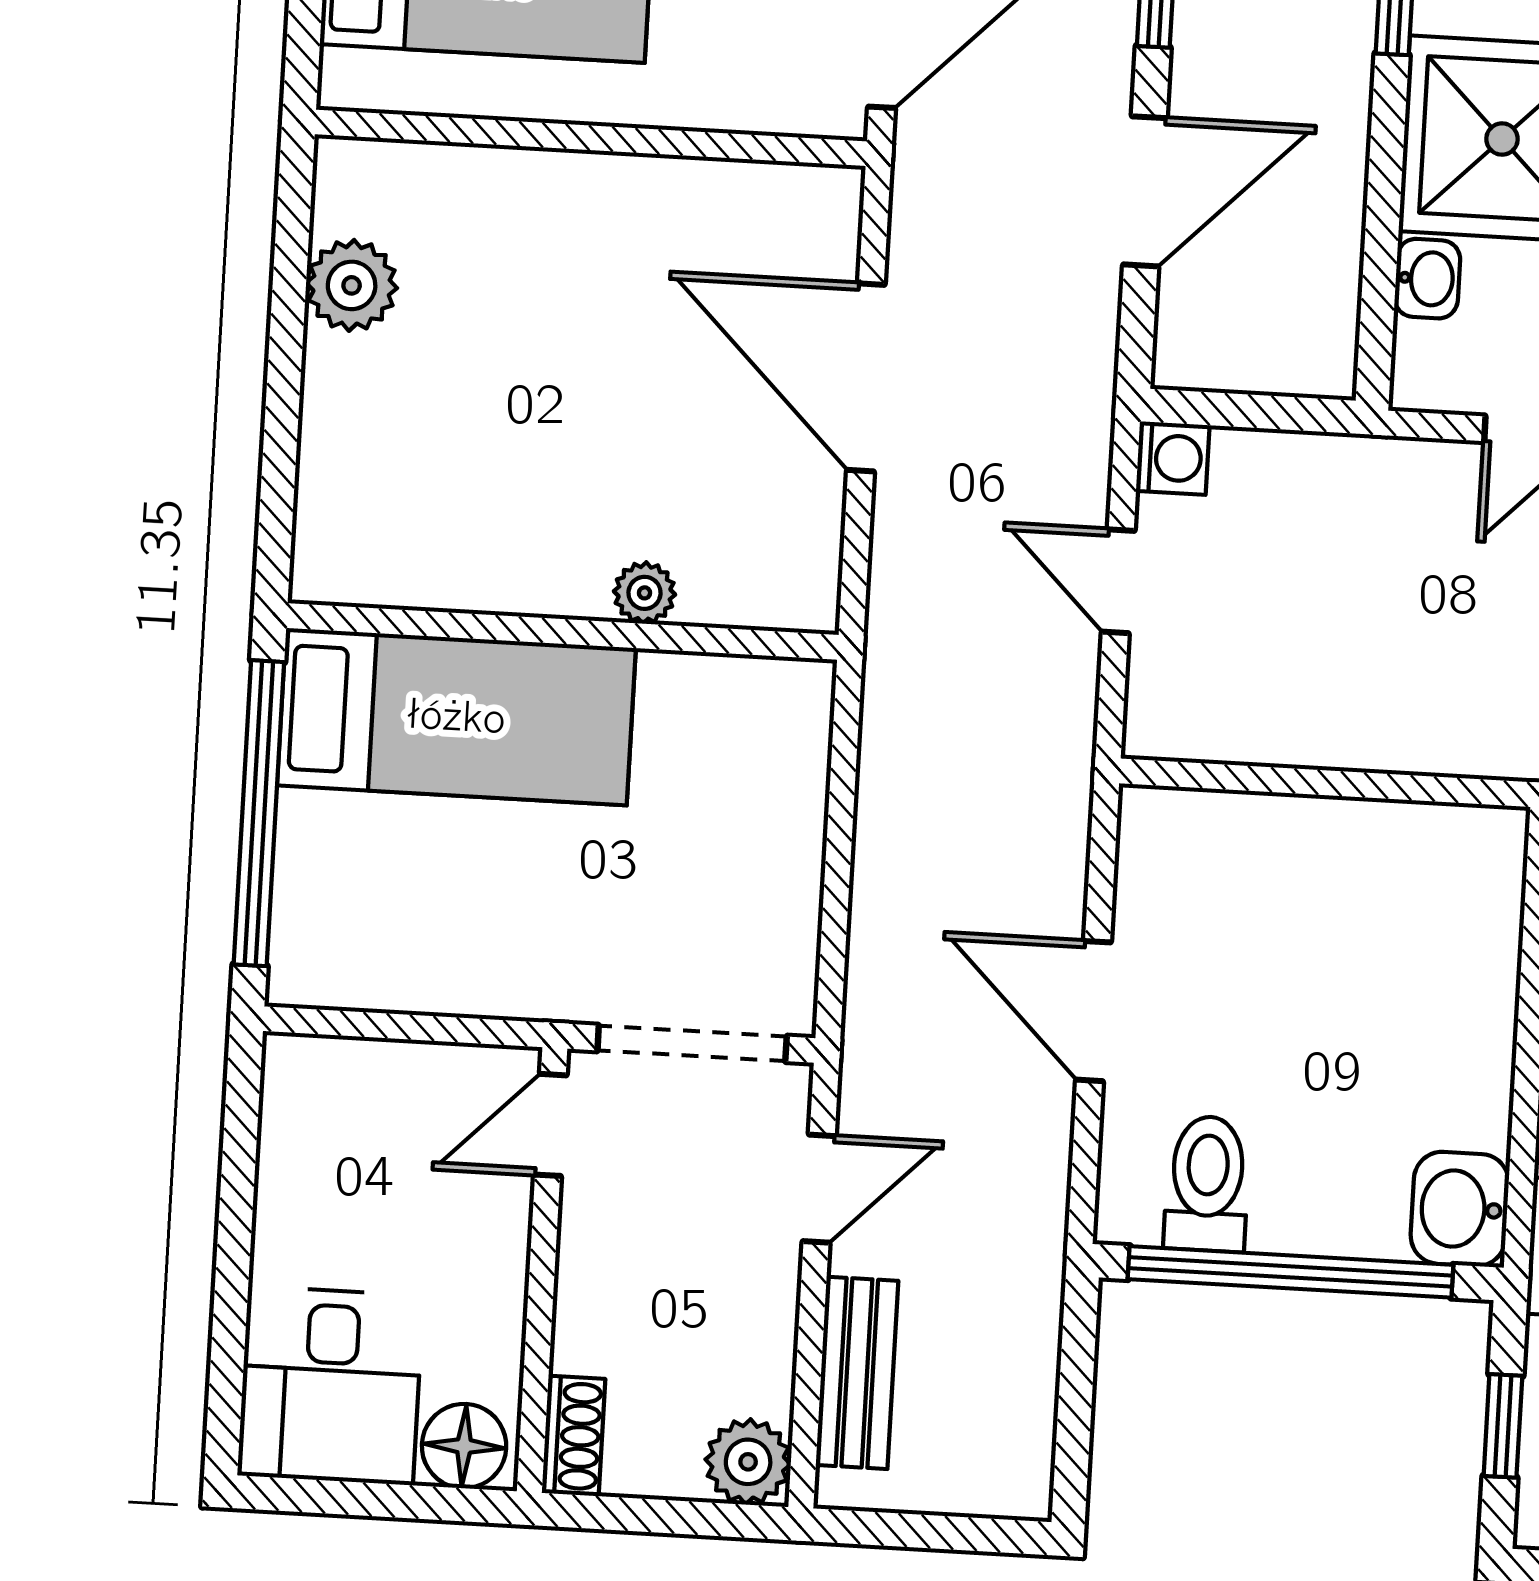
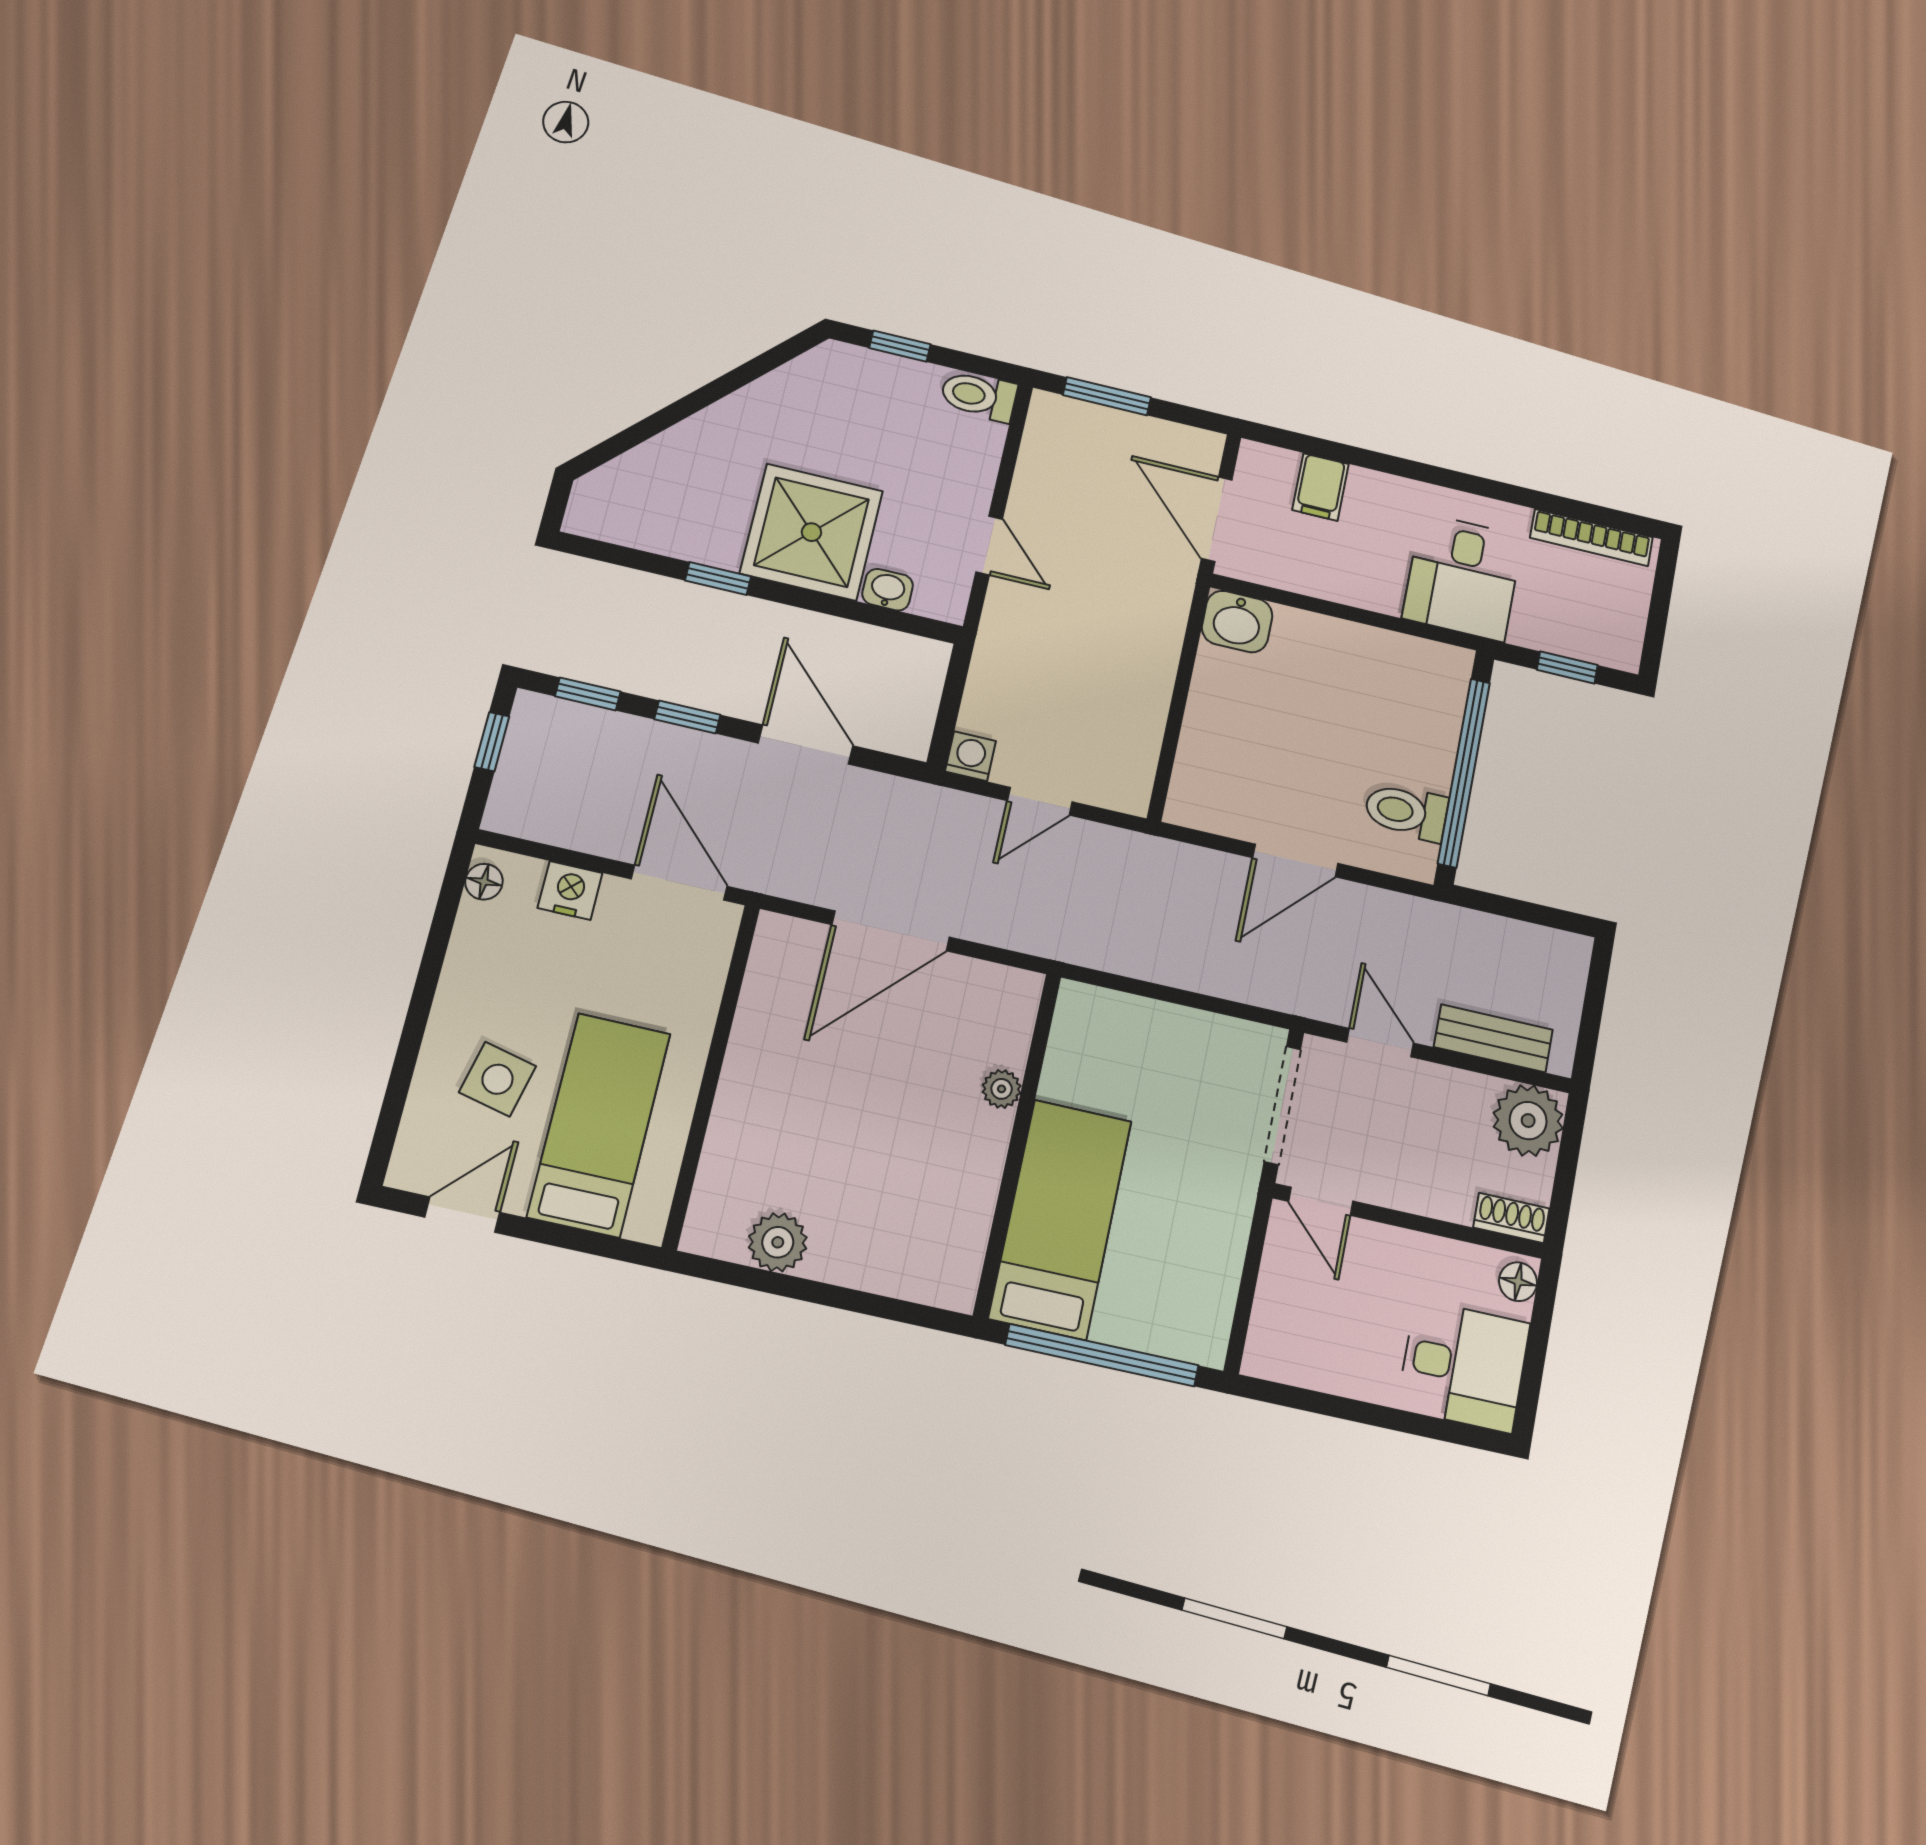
washbasin: (1460, 1209) -> (1237, 622), moved
floor lamp: (464, 1446) -> (1518, 1282), width x0.73, depth x0.73
plant: (748, 1462) -> (1528, 1121), width x1.36, depth x1.36

